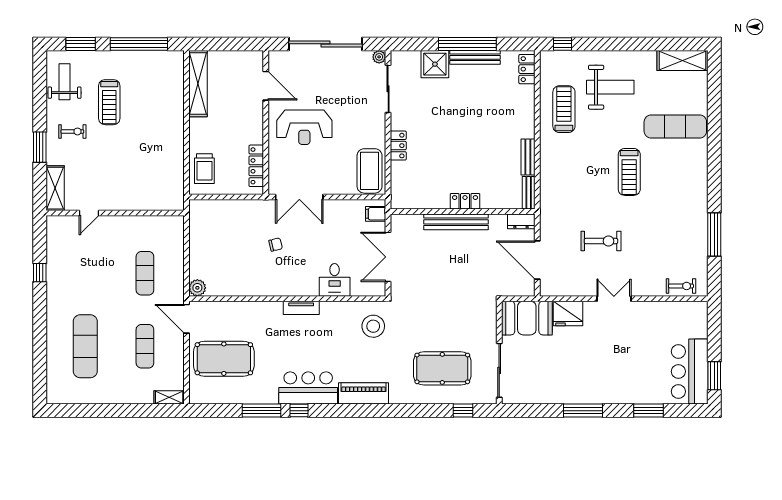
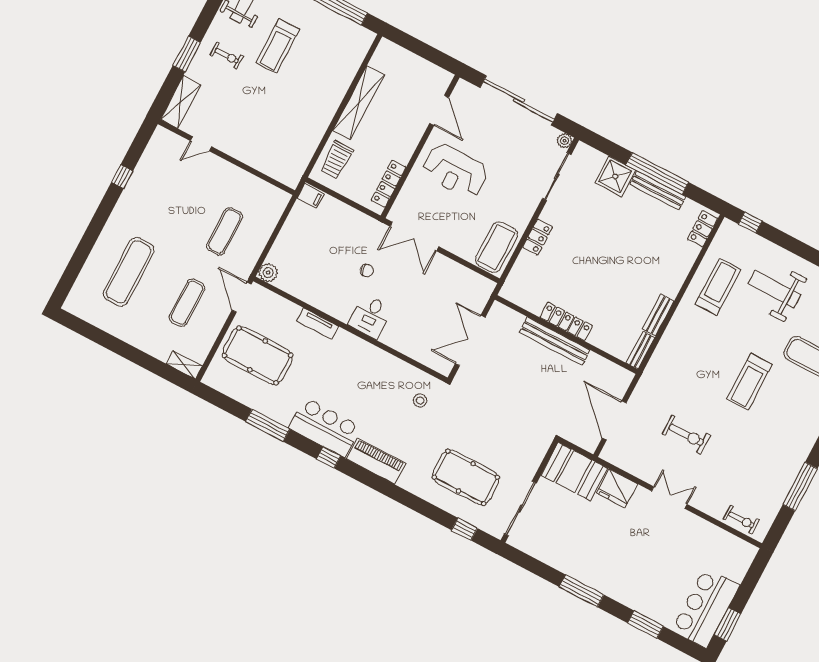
shelving: (198, 84) -> (359, 103), moved
weight bench: (610, 87) -> (775, 289), turned 180
locker: (465, 201) -> (566, 321), width x1.53
filing cabinet: (376, 214) -> (310, 196), moved, turned 180
dresser: (521, 221) -> (618, 374), removed
desk: (335, 280) -> (370, 317), moved
tv unit: (301, 308) -> (318, 324), moved
stool: (373, 326) -> (420, 401), width x0.53, depth x0.53
window: (299, 411) -> (329, 457), moved

